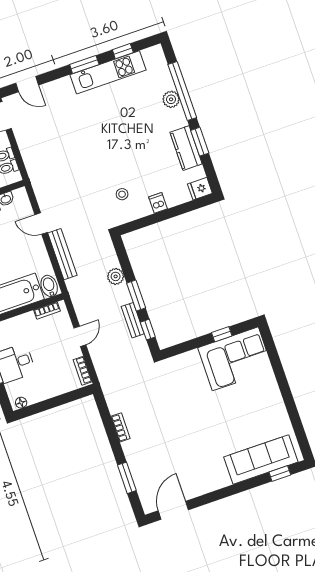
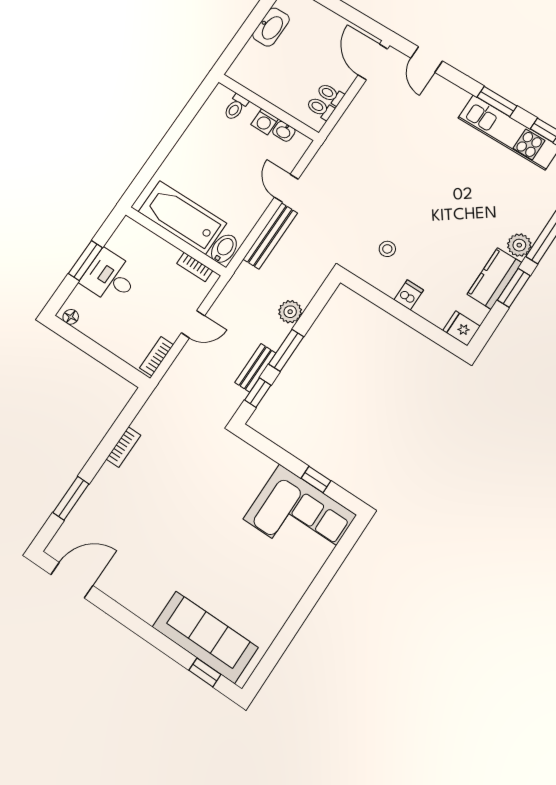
plant: (171, 99) -> (519, 245), moved

